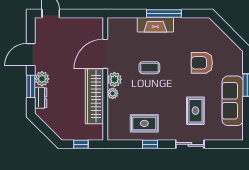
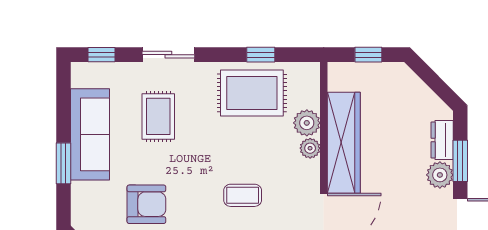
plant: (114, 79) -> (307, 123), moved
rug: (144, 123) -> (252, 93), width x1.36, depth x1.43
window: (150, 144) -> (261, 55), moved
window: (226, 144) -> (102, 55), added

